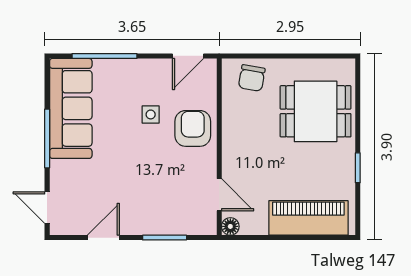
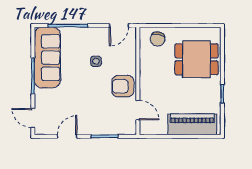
armchair: (193, 128) -> (123, 86), moved, turned -90
floor lamp: (230, 226) -> (145, 130), removed

